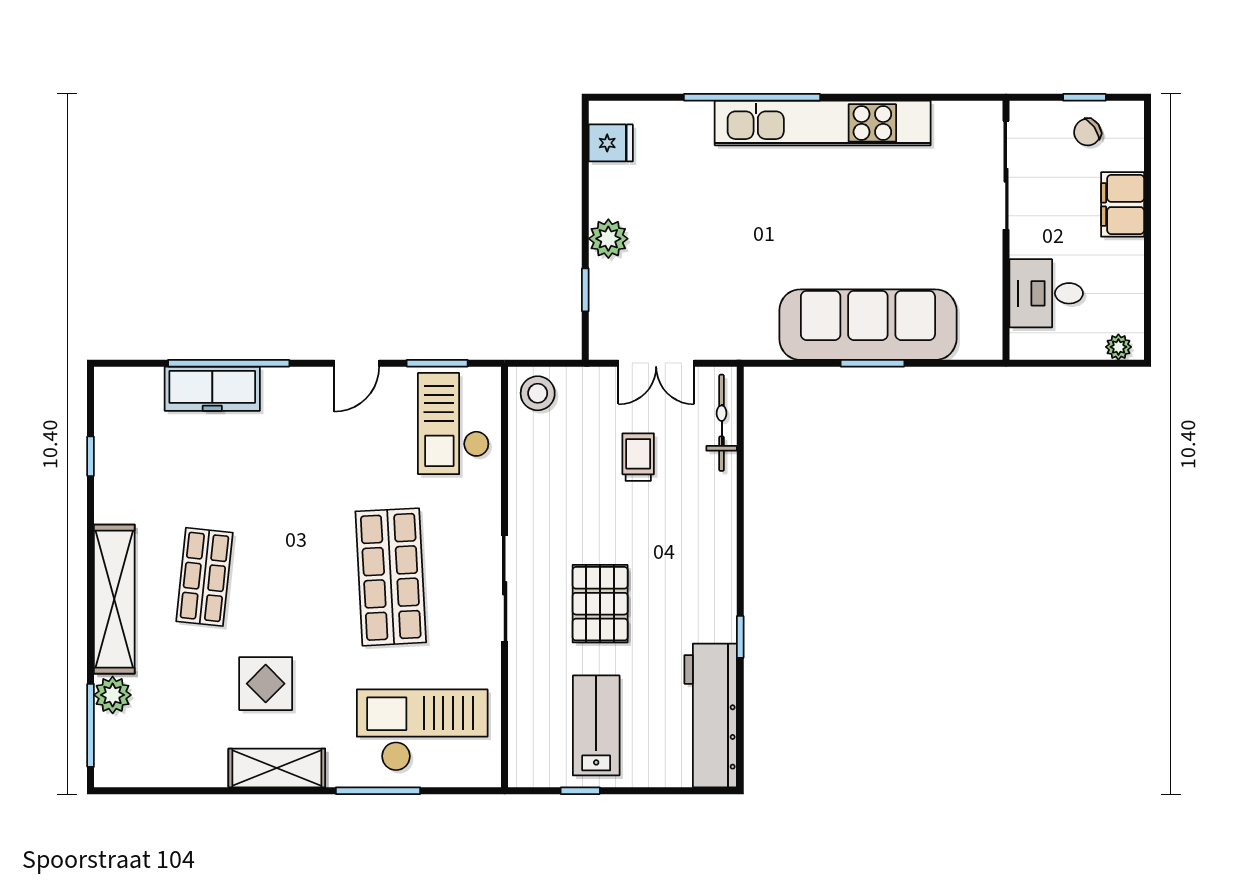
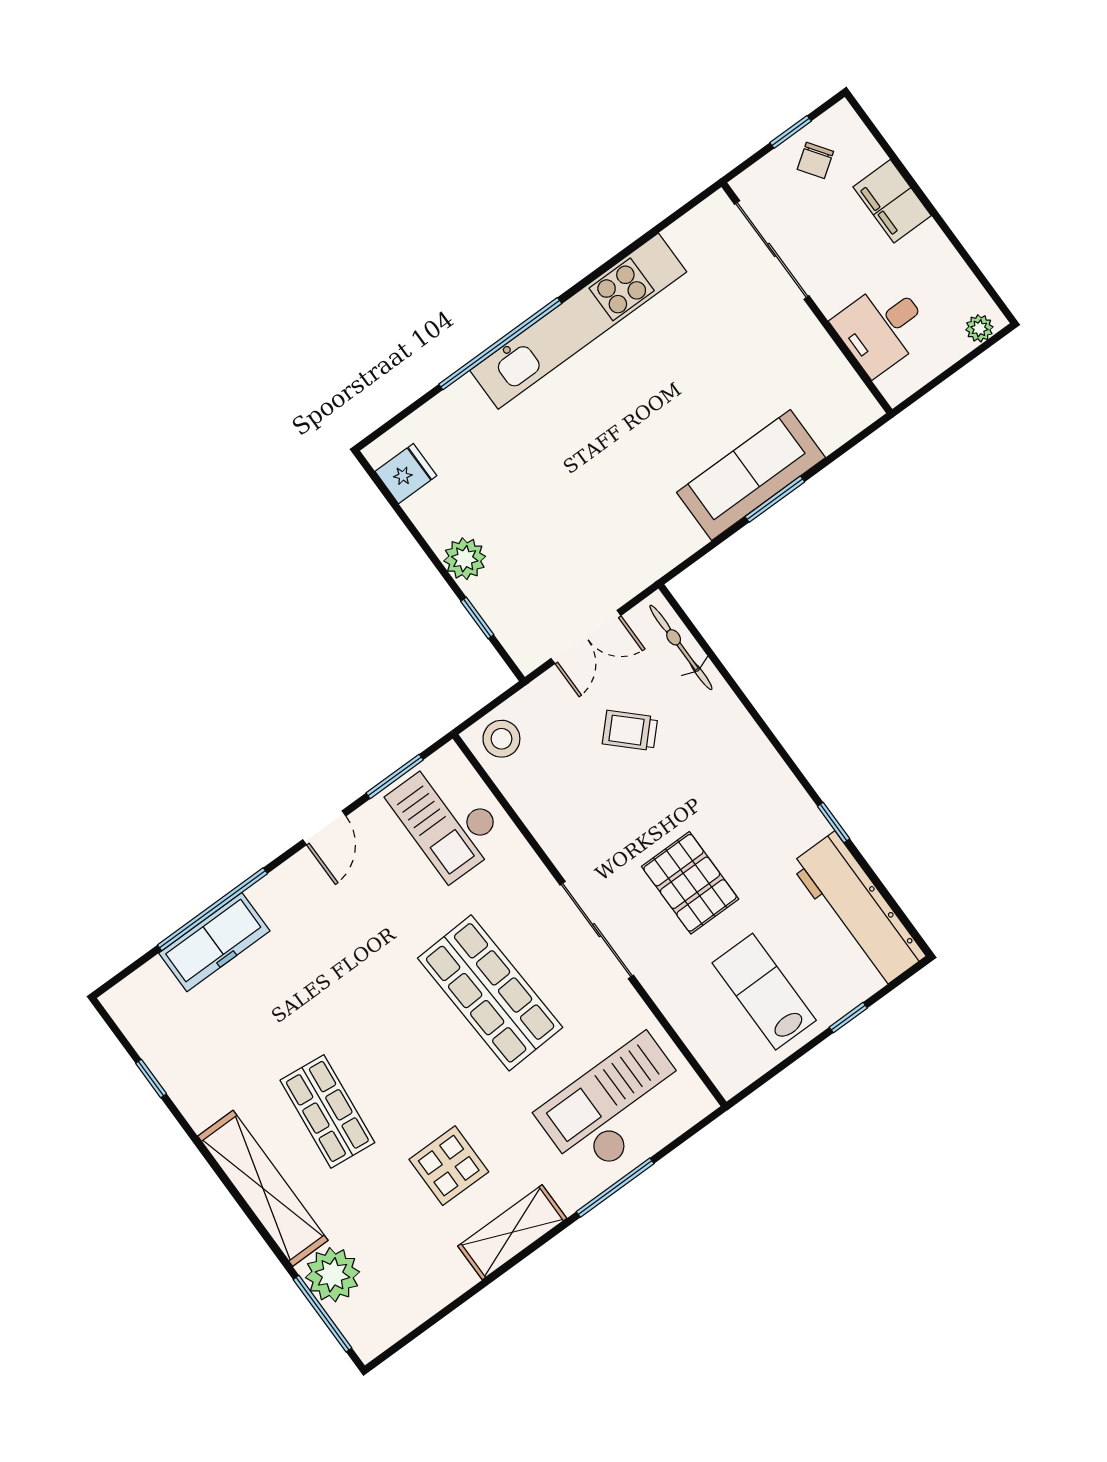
sofa: (868, 325) -> (751, 475), width x0.74, depth x0.79
trolley: (638, 457) -> (630, 731), turned -46
plant: (113, 695) -> (332, 1275), width x1.36, depth x1.36
window: (580, 791) -> (848, 1018), moved

